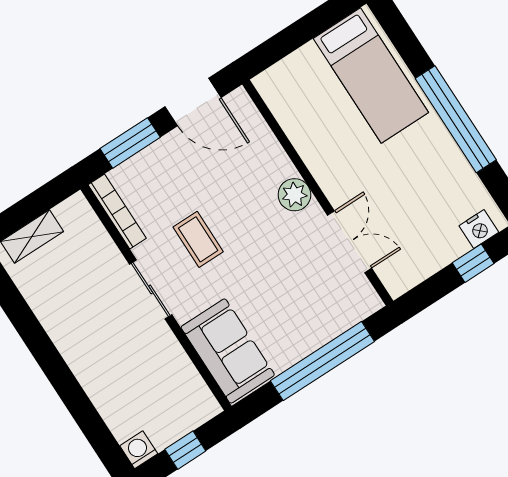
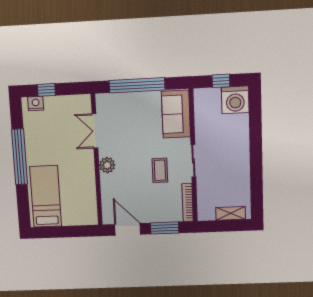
washing machine: (139, 450) -> (235, 100), width x1.89, depth x1.89

